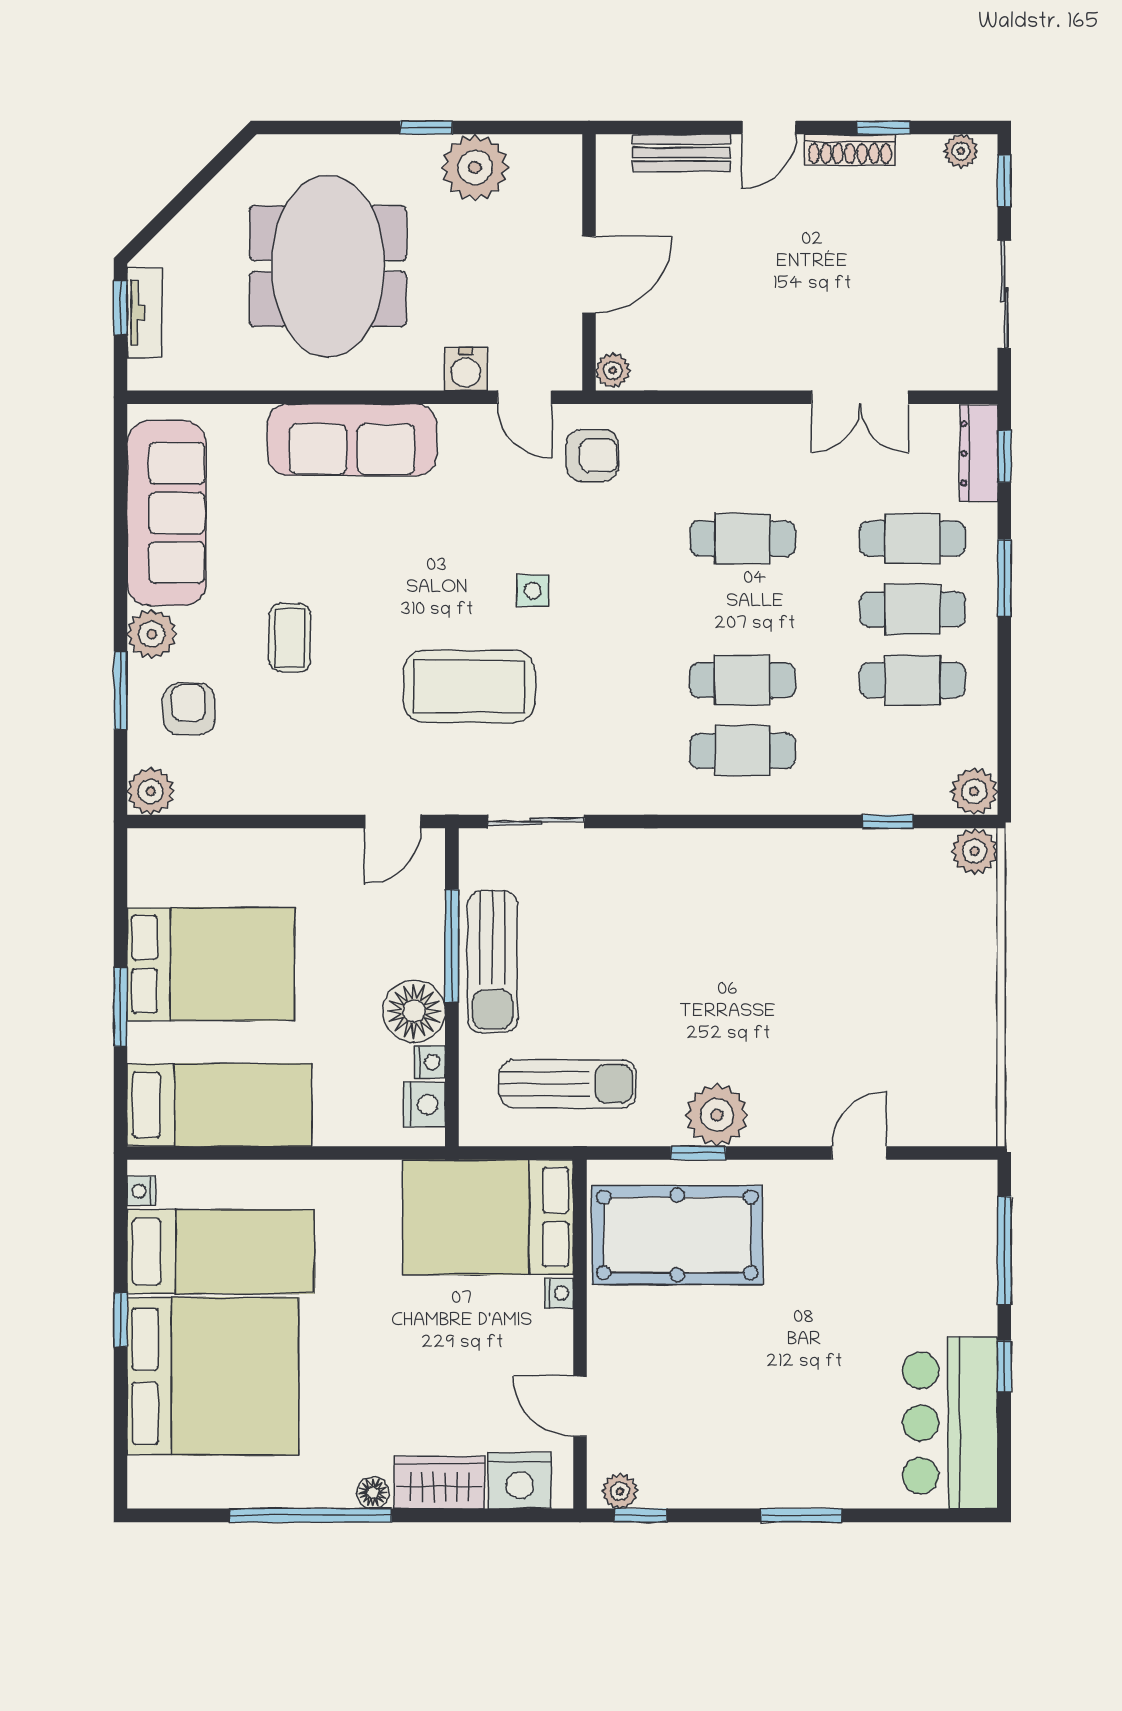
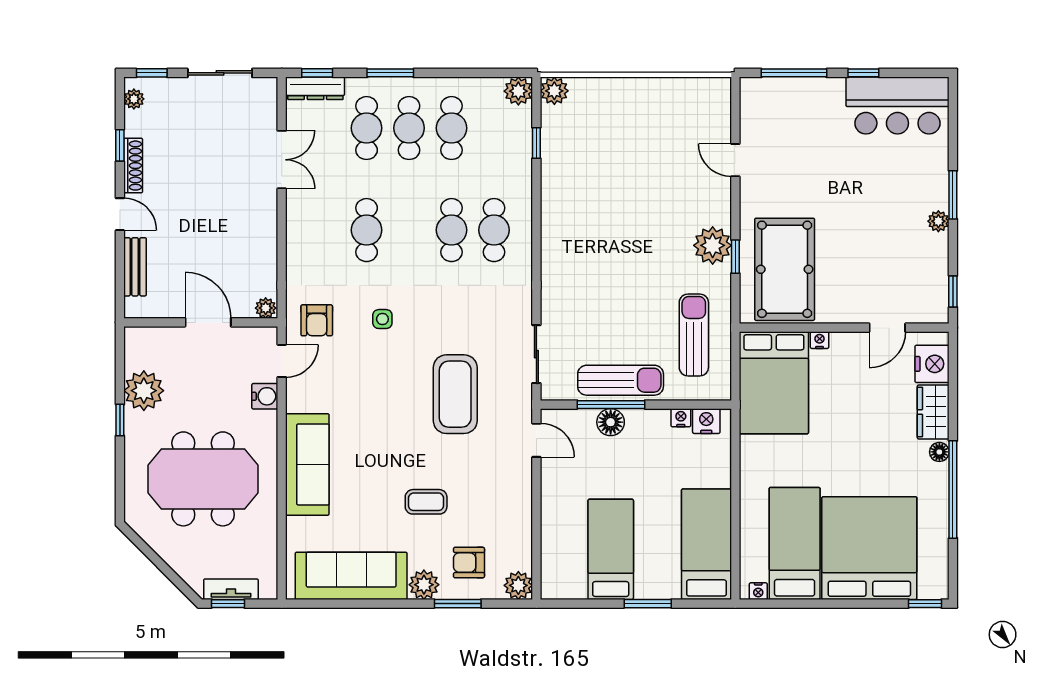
armchair: (592, 455) -> (317, 320), turned 180
side table: (533, 591) -> (382, 319), moved
bed: (211, 964) -> (611, 549), width x0.67
floor lamp: (414, 1011) -> (611, 422), moved, width x0.73, depth x0.73
window: (120, 1320) -> (925, 604), moved
plant: (620, 1491) -> (938, 221), moved

